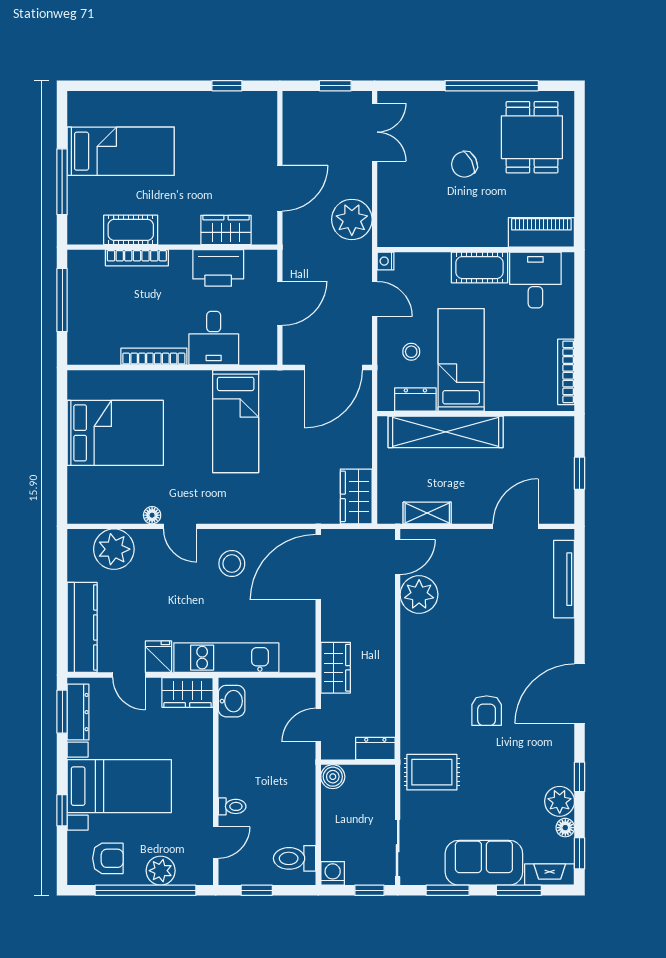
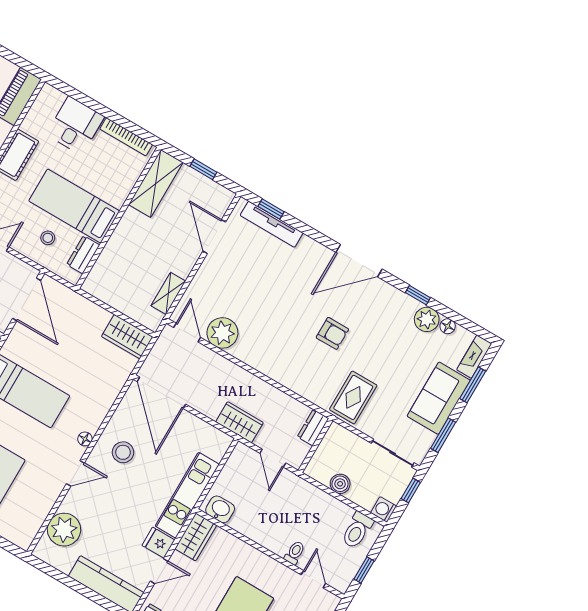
desk: (535, 280) -> (75, 125), moved, turned 90
shelving: (446, 432) -> (156, 183), moved, width x0.68
floor lamp: (152, 515) -> (85, 439), moved
door: (580, 694) -> (359, 261), hinge flipped
boiler: (333, 777) -> (340, 484), moved
window: (580, 853) -> (271, 209), moved

